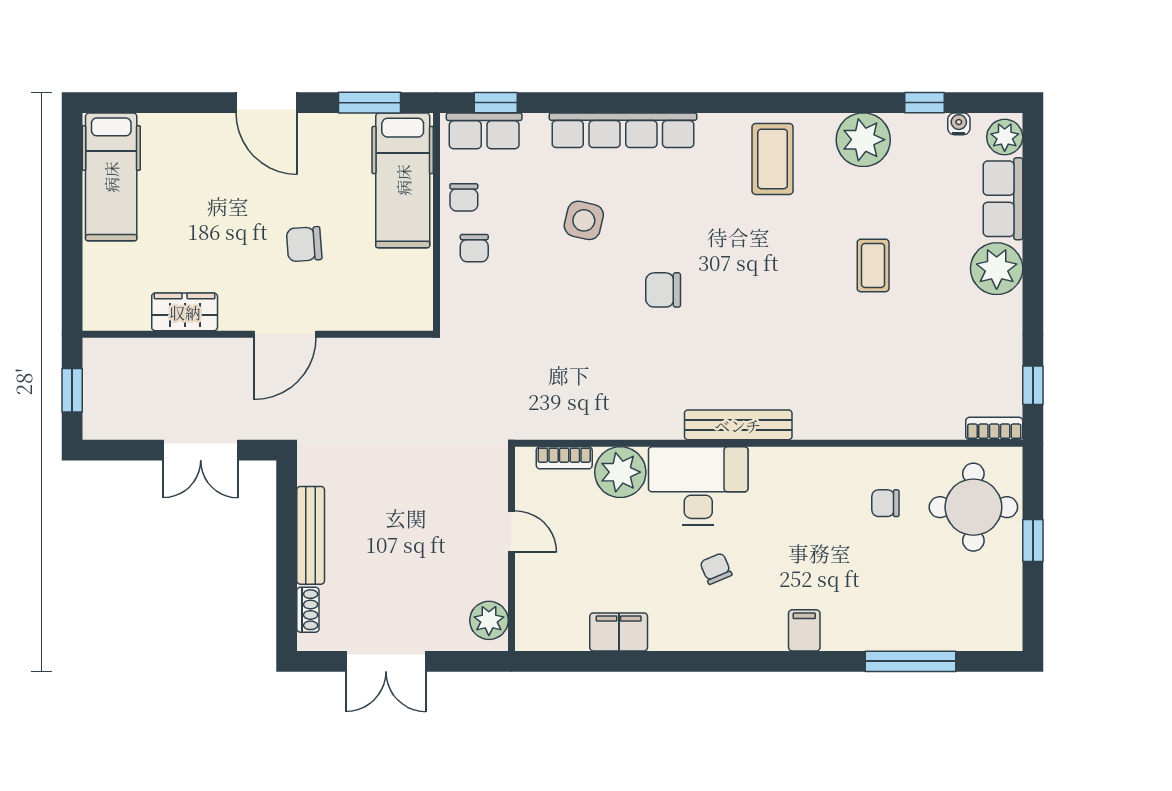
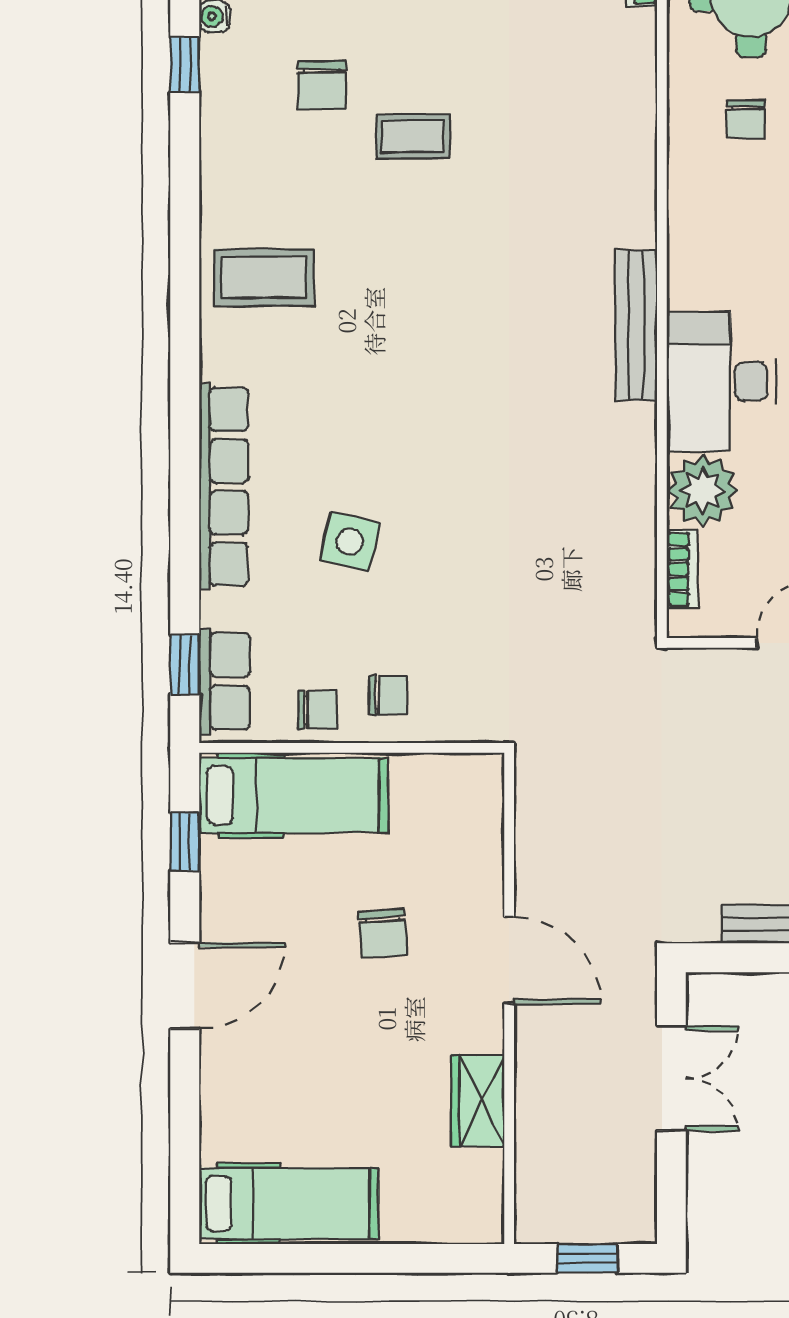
window: (369, 103) -> (185, 842), width x0.67
plant: (863, 140) -> (237, 150), removed
chair: (663, 290) -> (322, 85), moved

